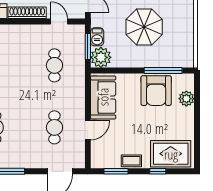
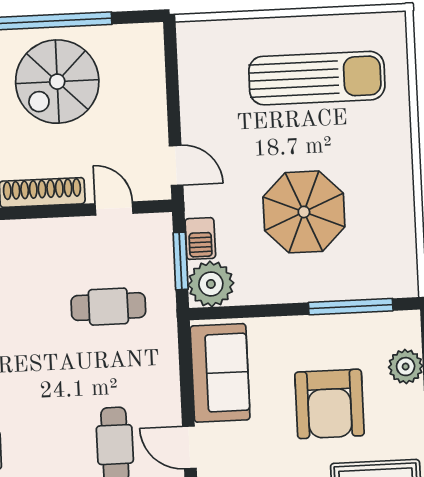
cafe table: (54, 65) -> (108, 307), turned 90
armchair: (156, 91) -> (329, 404), moved
door: (88, 130) -> (189, 447), swing flipped

